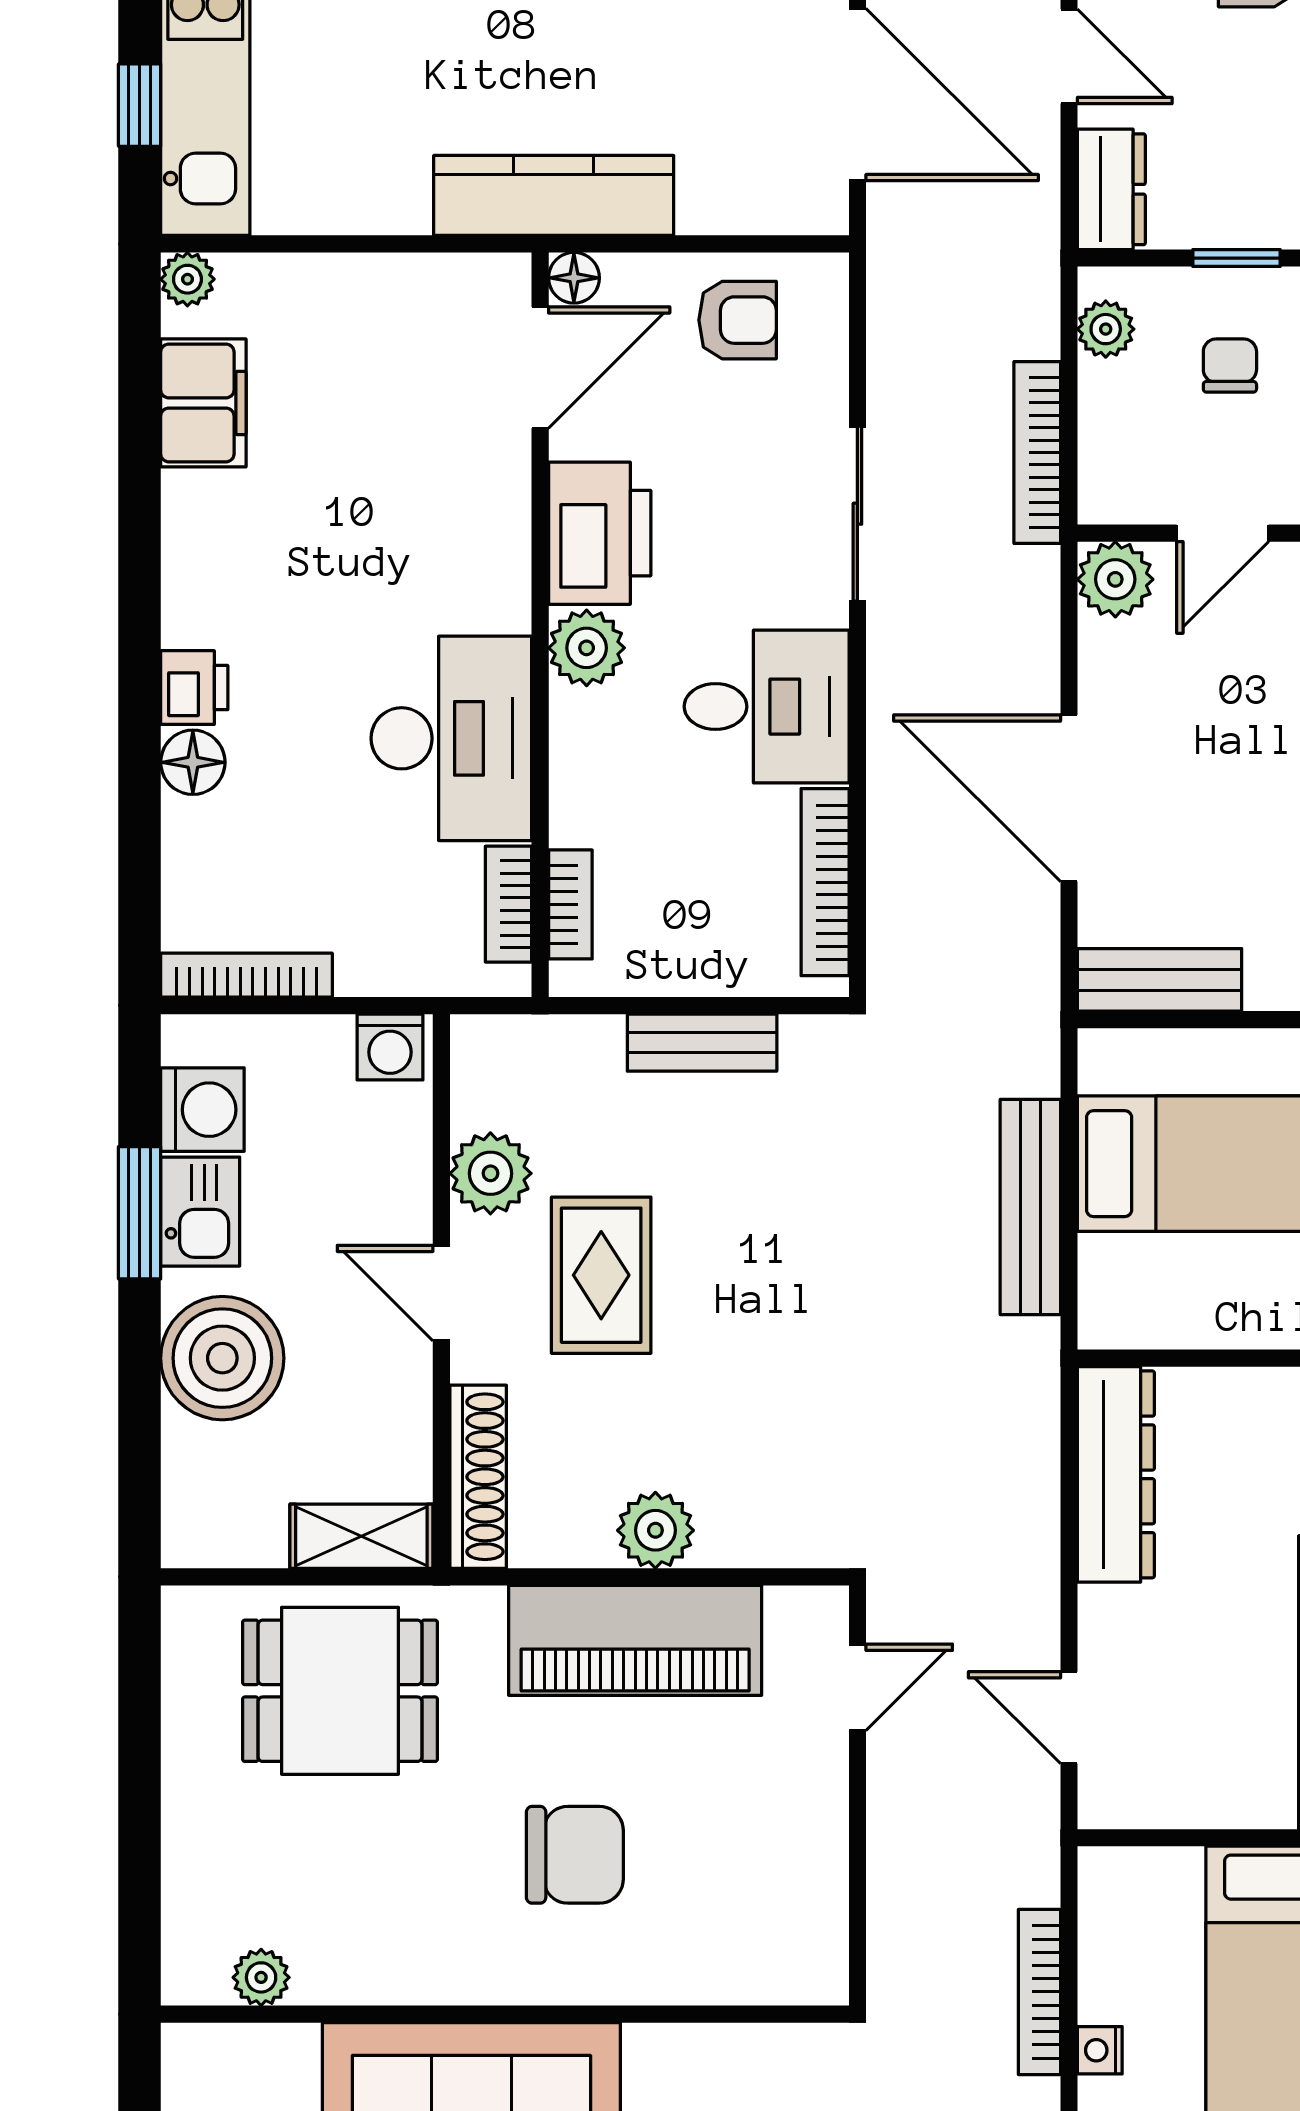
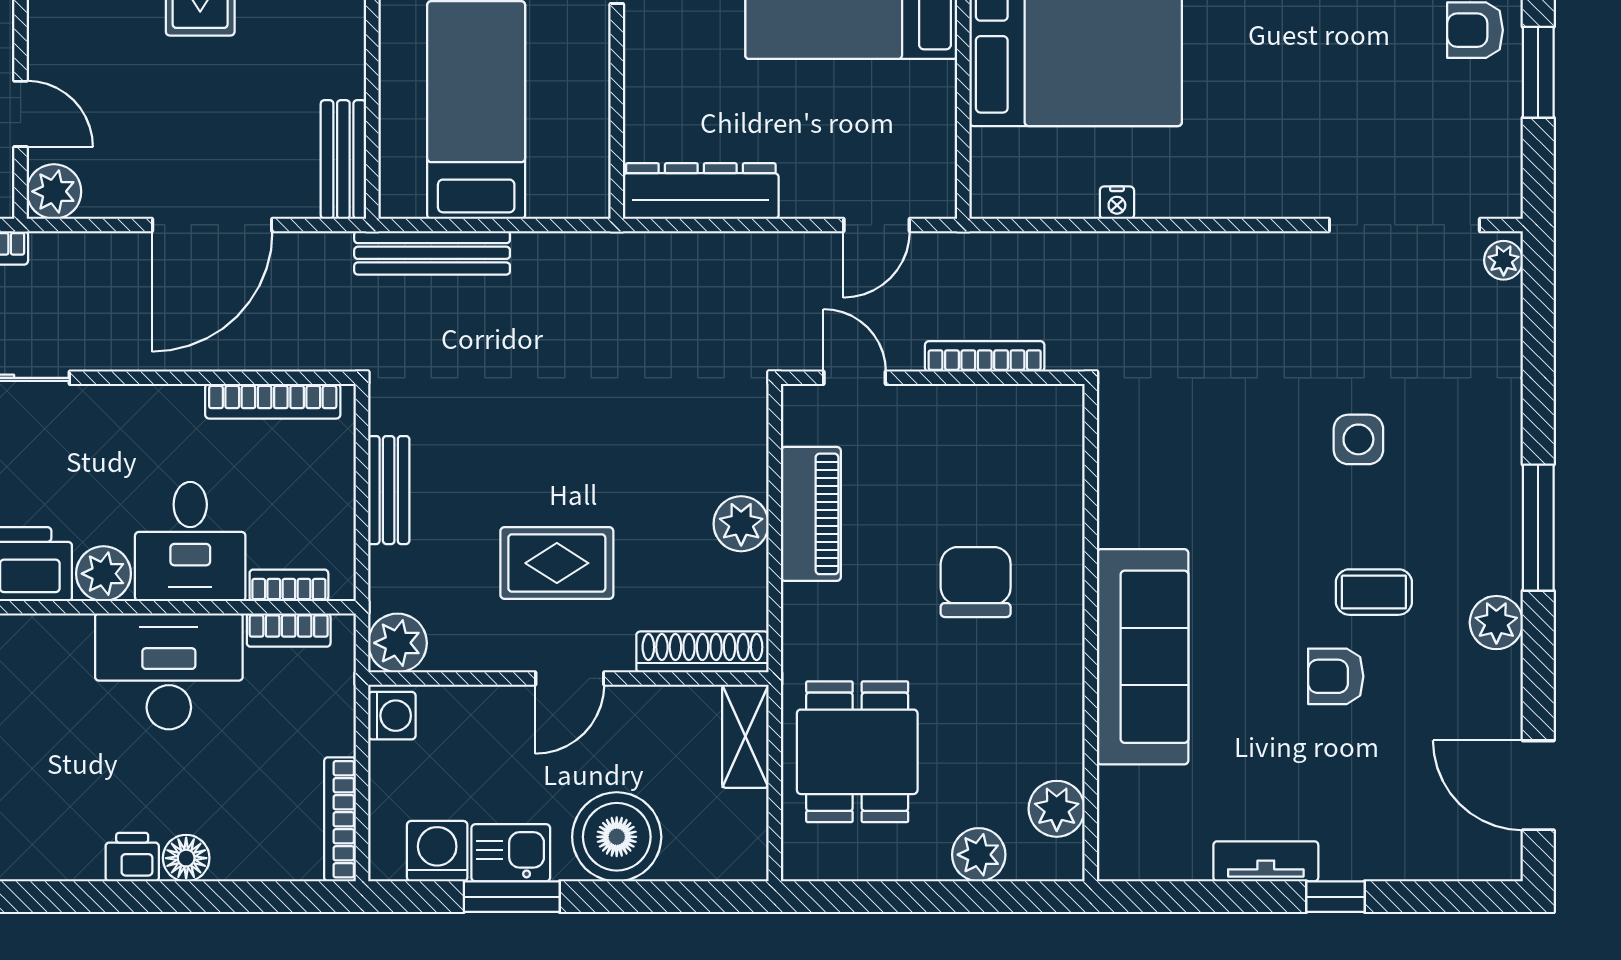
desk: (767, 707) -> (190, 541), moved, turned 180
plant: (490, 1173) -> (397, 643), moved
bench: (1030, 1207) -> (432, 253), moved
piano: (635, 1640) -> (811, 514), width x0.73, depth x0.75
plant: (198, 1859) -> (979, 855), added
plant: (261, 1977) -> (1057, 809), width x1.38, depth x1.38
bookcase: (1039, 1992) -> (985, 356), moved, turned 180

